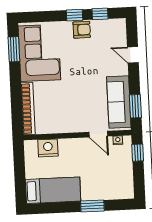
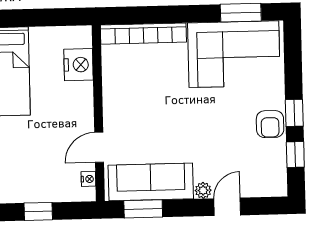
plant: (123, 70) -> (203, 190), added
window: (138, 153) -> (38, 211), moved

